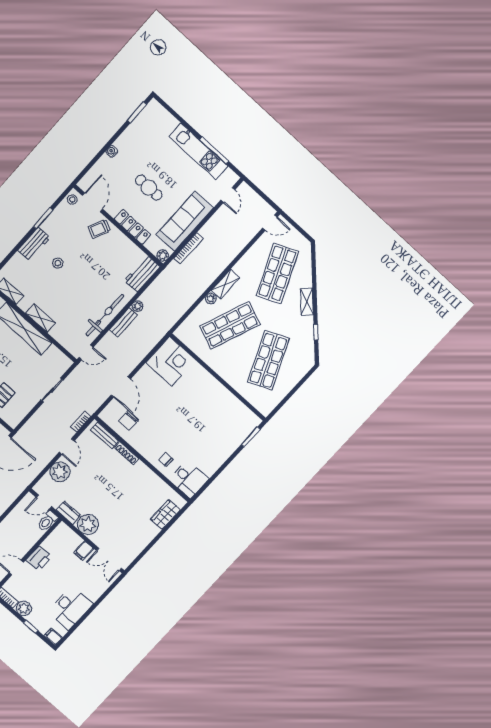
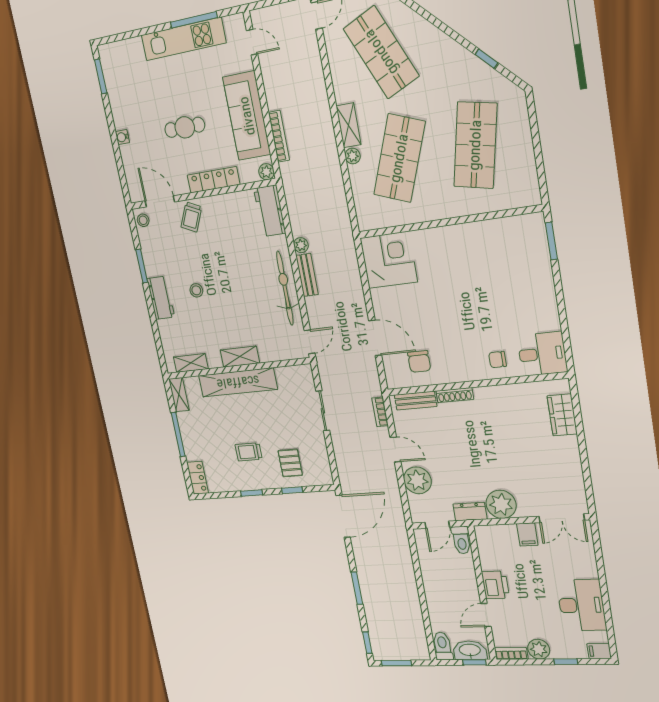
shelving: (307, 302) -> (441, 41), removed
shop shelf: (268, 360) -> (475, 145), turned 36

